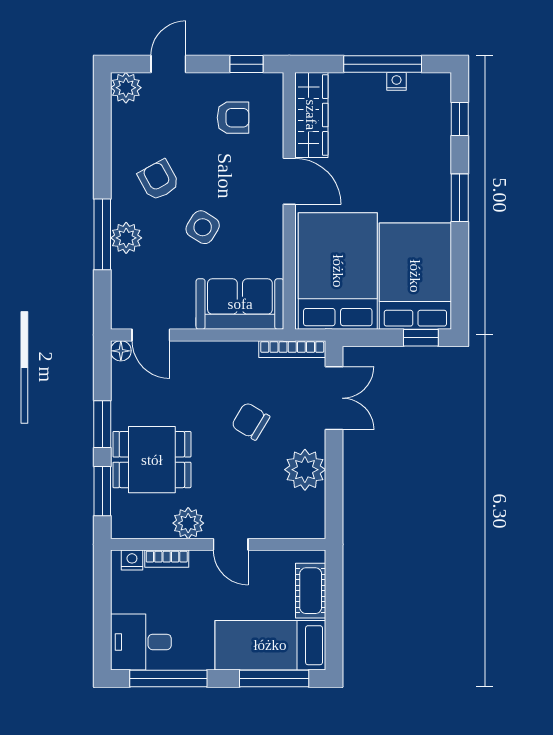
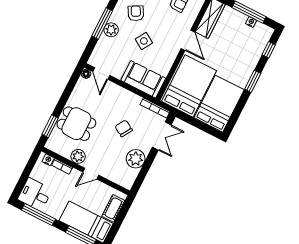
window: (421, 338) -> (209, 130), removed
window: (102, 424) -> (64, 99), removed
door: (231, 544) -> (91, 174), hinge flipped

